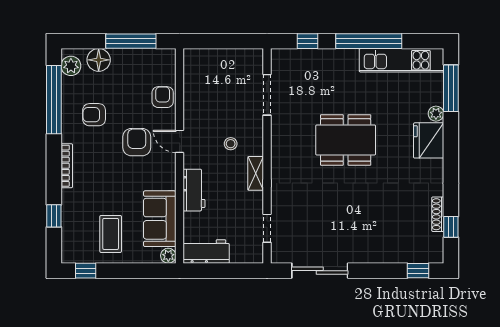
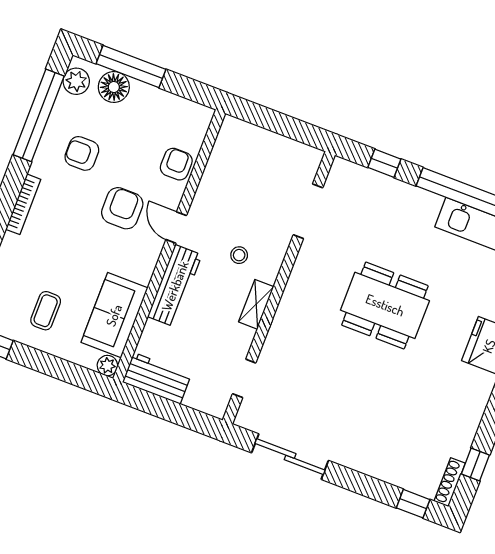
window: (131, 41) -> (131, 67), moved
workbench: (194, 190) -> (175, 286), width x1.37
shoe rack: (438, 214) -> (450, 482), moved
coffee table: (111, 234) -> (46, 311), width x0.73, depth x0.77

